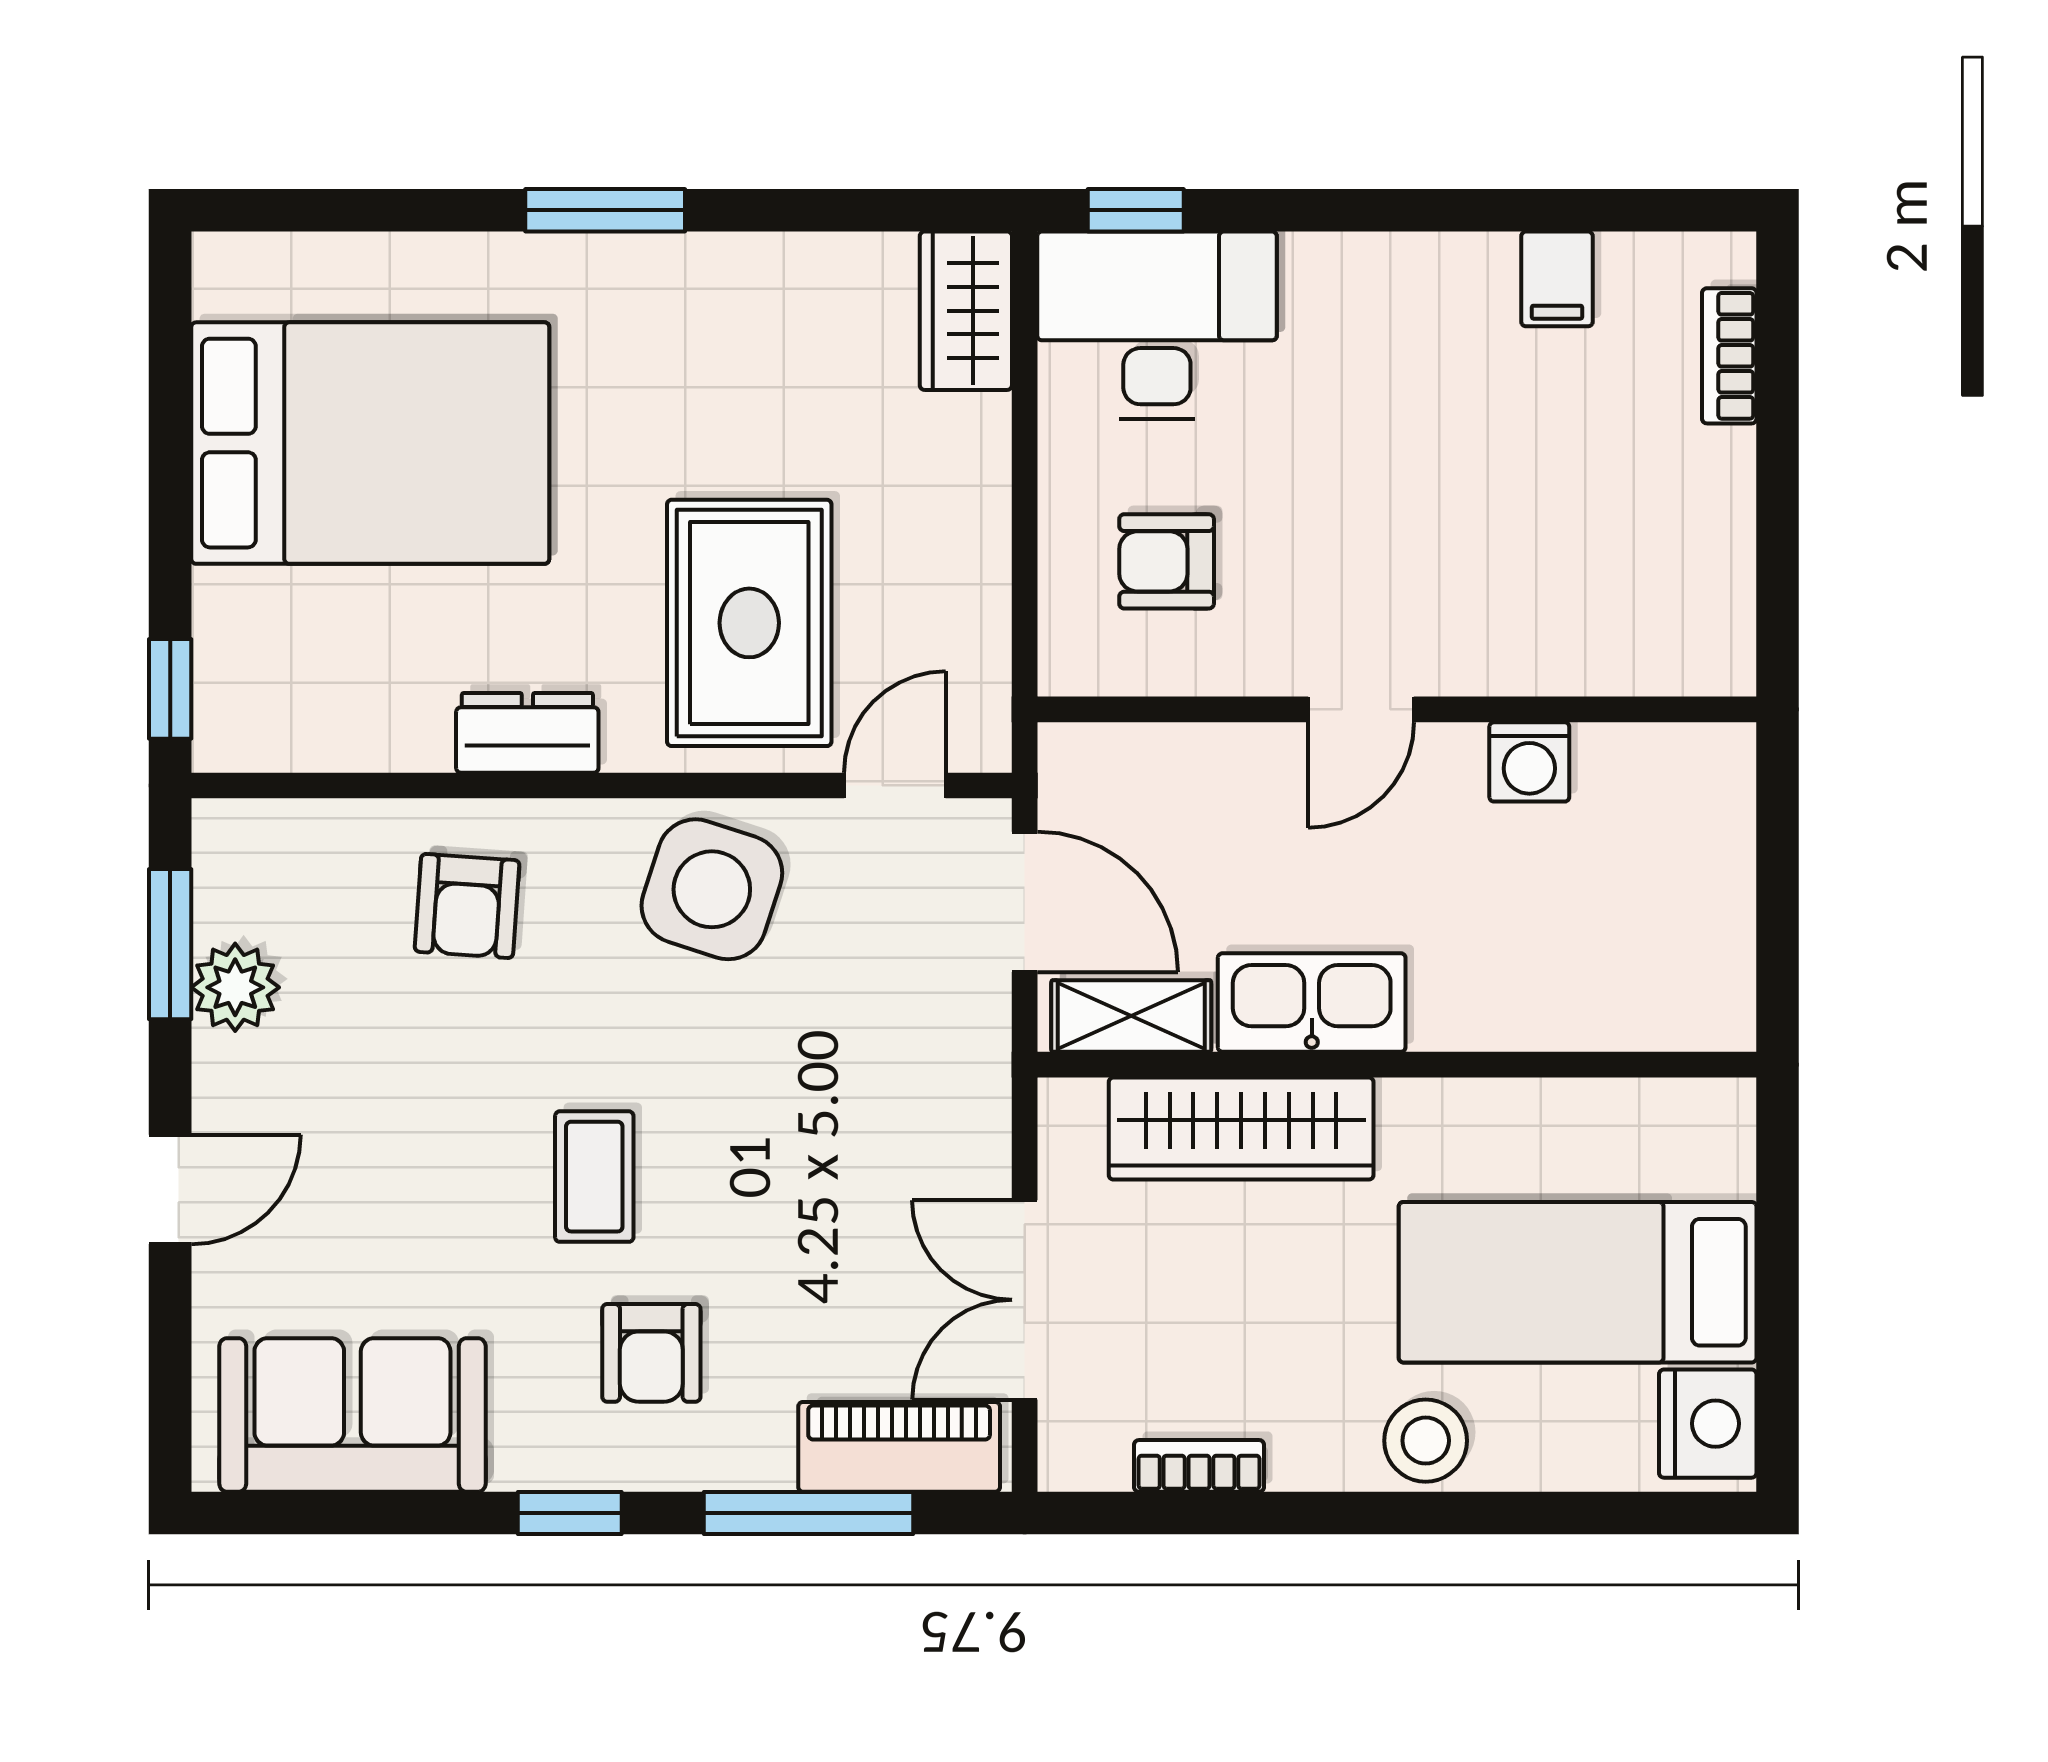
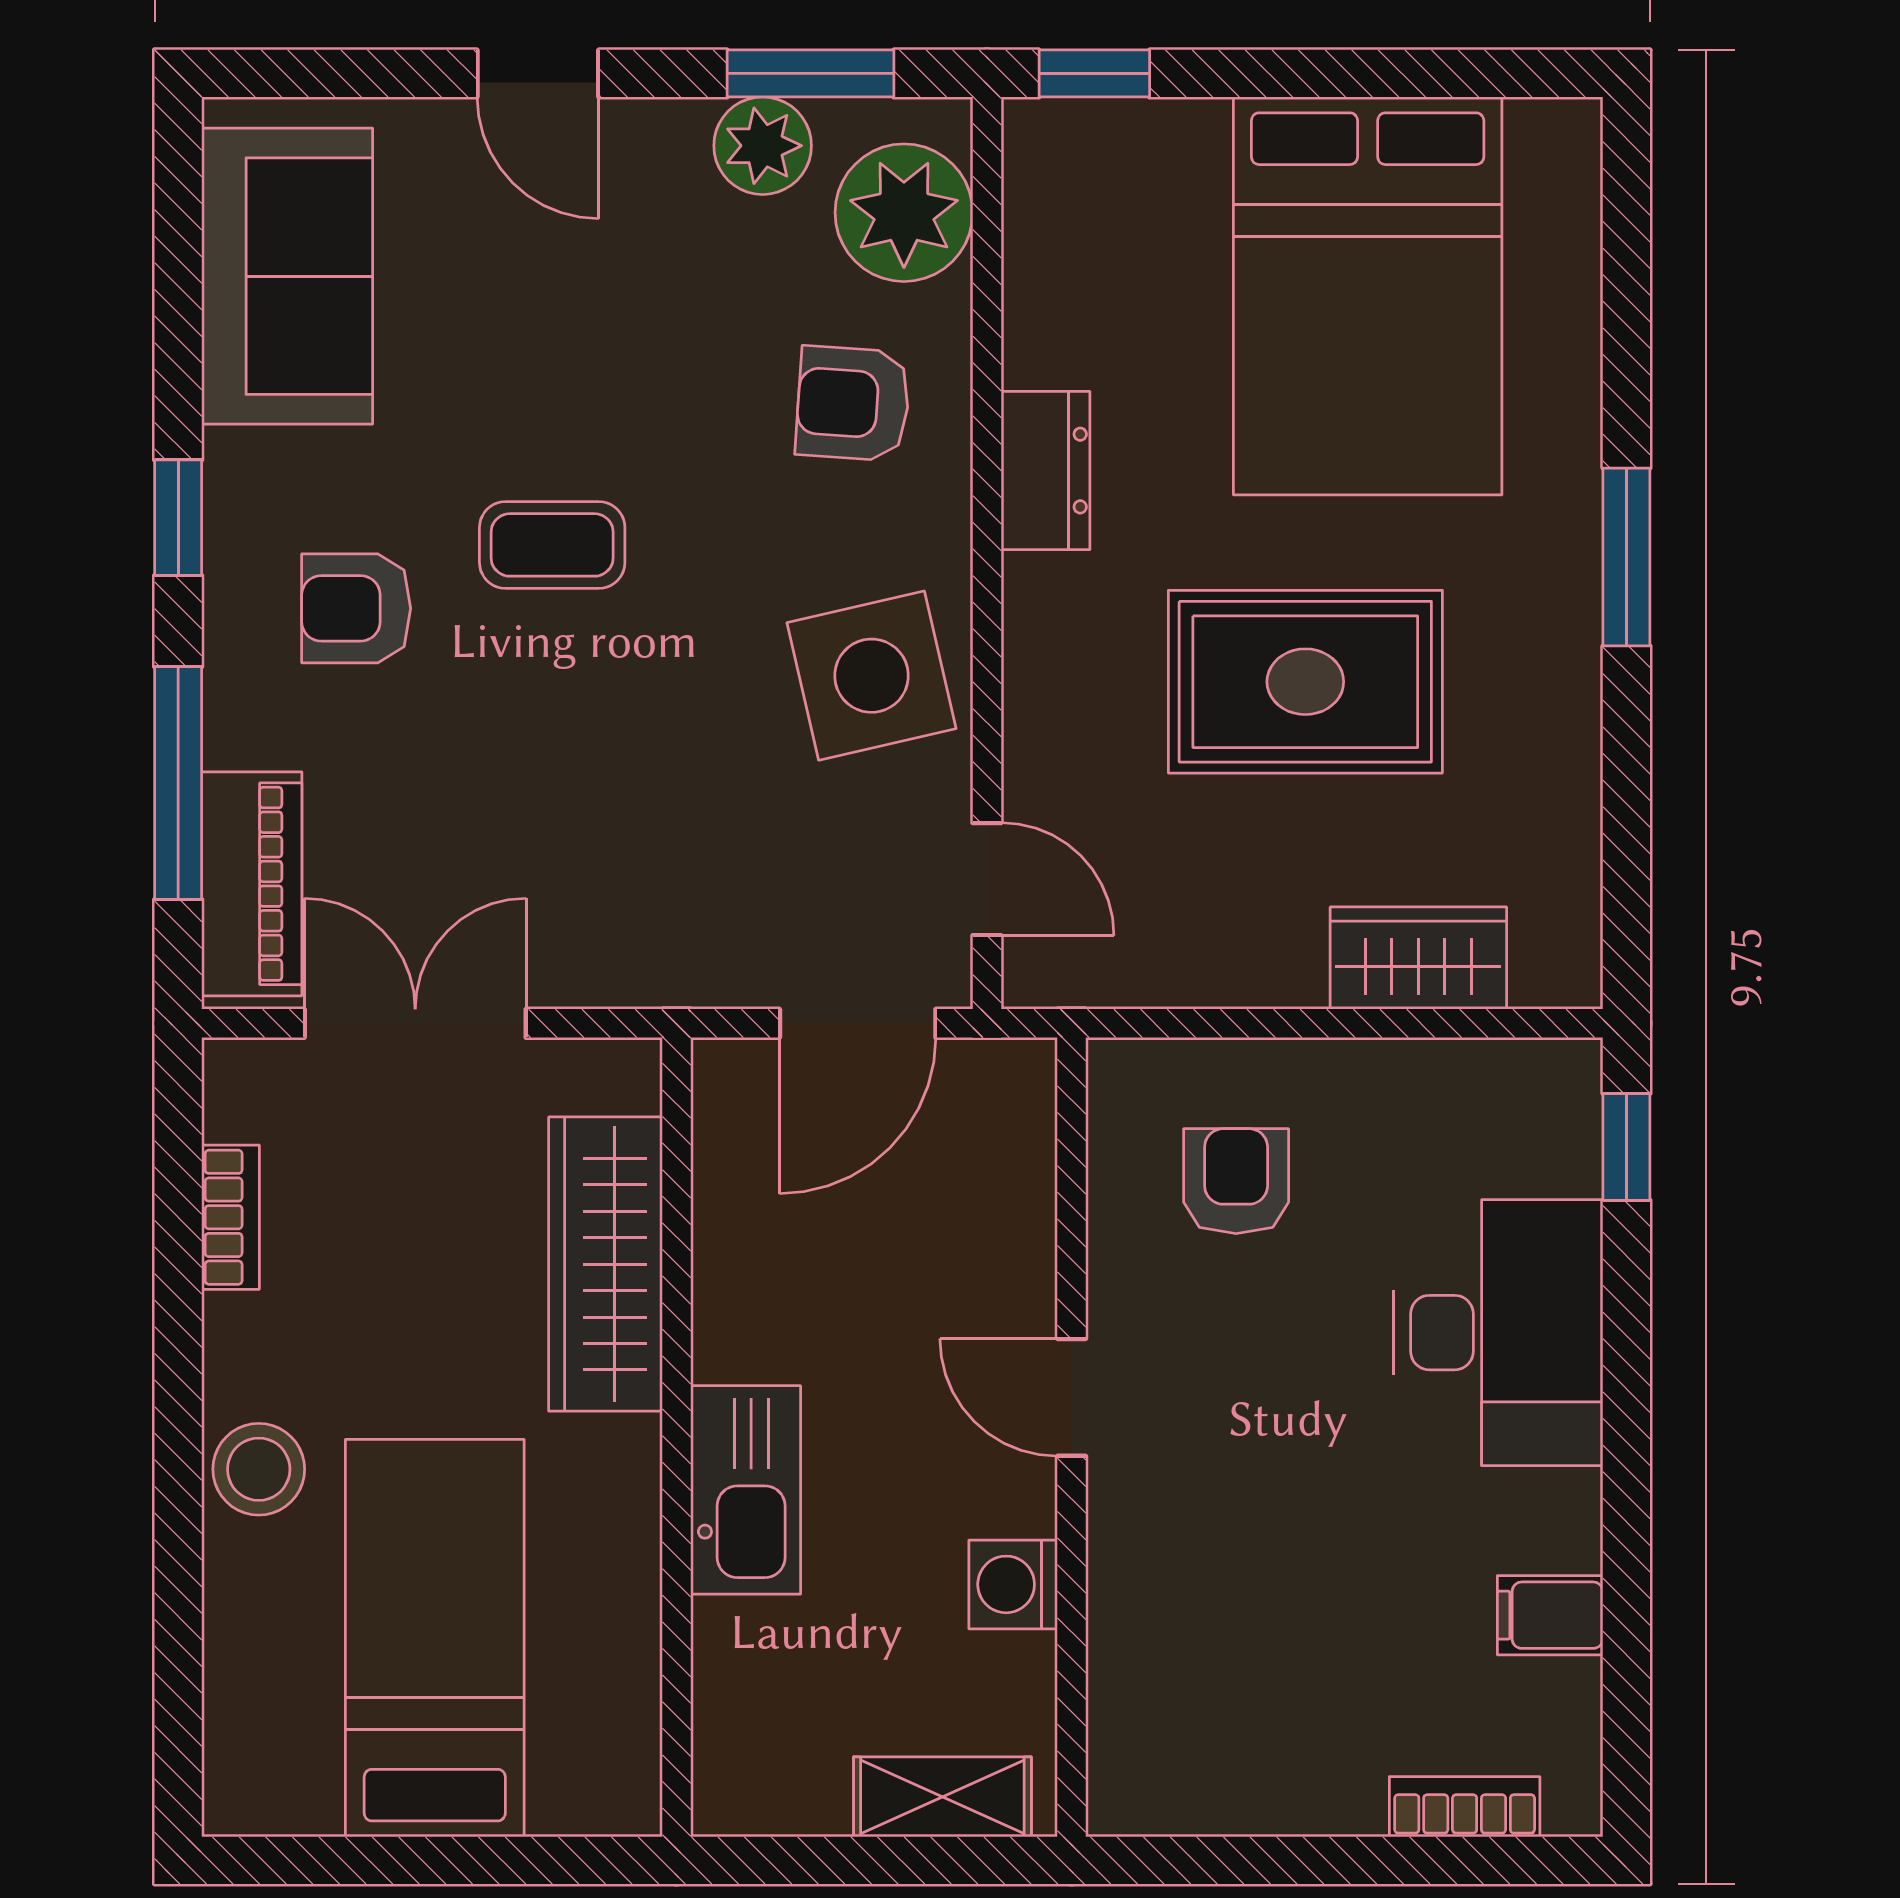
wardrobe: (966, 311) -> (1418, 958), moved
desk: (1157, 325) -> (1498, 1333), moved
rug: (749, 623) -> (1305, 682), moved
plant: (295, 860) -> (904, 213), added
side table: (712, 889) -> (872, 676), turned -31
kitchen sink: (1312, 1003) -> (746, 1490), moved
shelving: (1131, 1016) -> (942, 1797), moved, turned 90
nightstand: (1708, 1424) -> (278, 1783), removed

